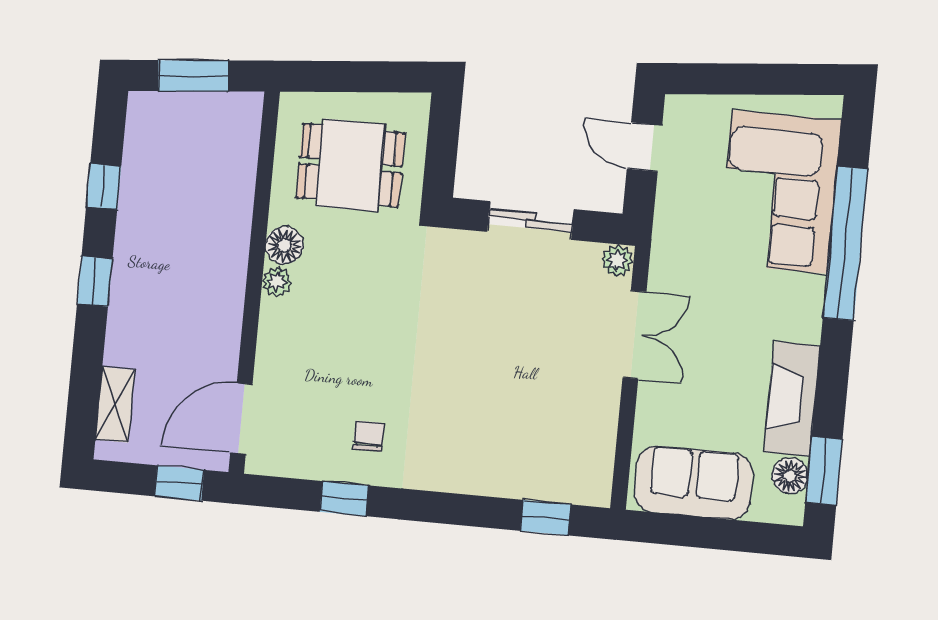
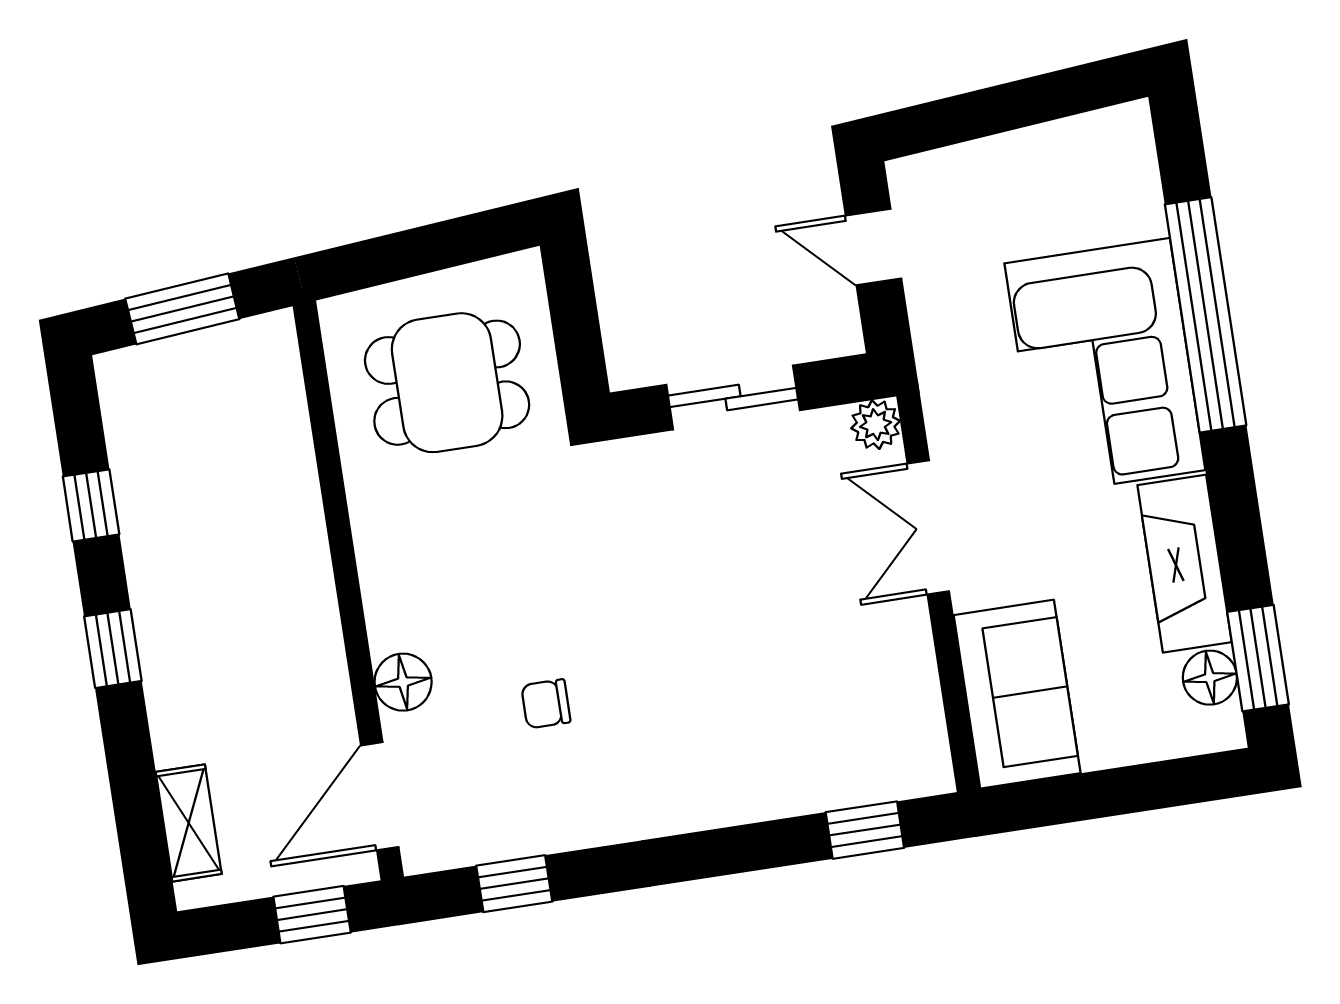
corner sofa: (779, 192) -> (1105, 367), moved
floor lamp: (284, 245) -> (403, 682), moved
plant: (277, 282) -> (382, 582), removed
double door: (634, 335) -> (928, 527), swing flipped
chair: (369, 436) -> (546, 704), moved, turned -90
sofa: (694, 483) -> (1017, 694), moved, turned 90
window: (344, 499) -> (514, 884), moved

